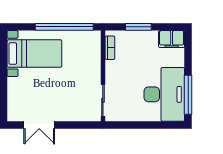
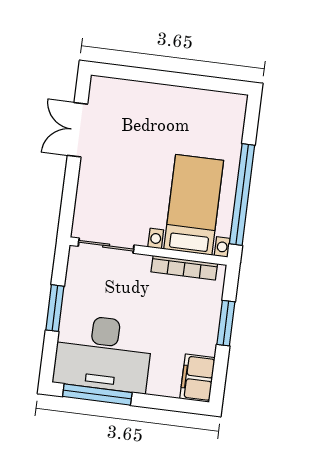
bookcase: (110, 48) -> (184, 268), width x1.56
bed with nightstands: (34, 54) -> (194, 205), moved, turned 180
window: (142, 125) -> (55, 308), added

